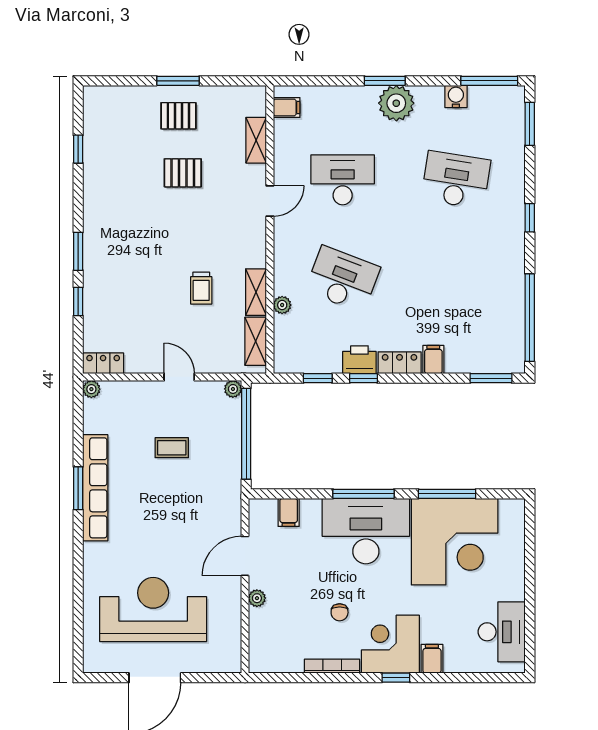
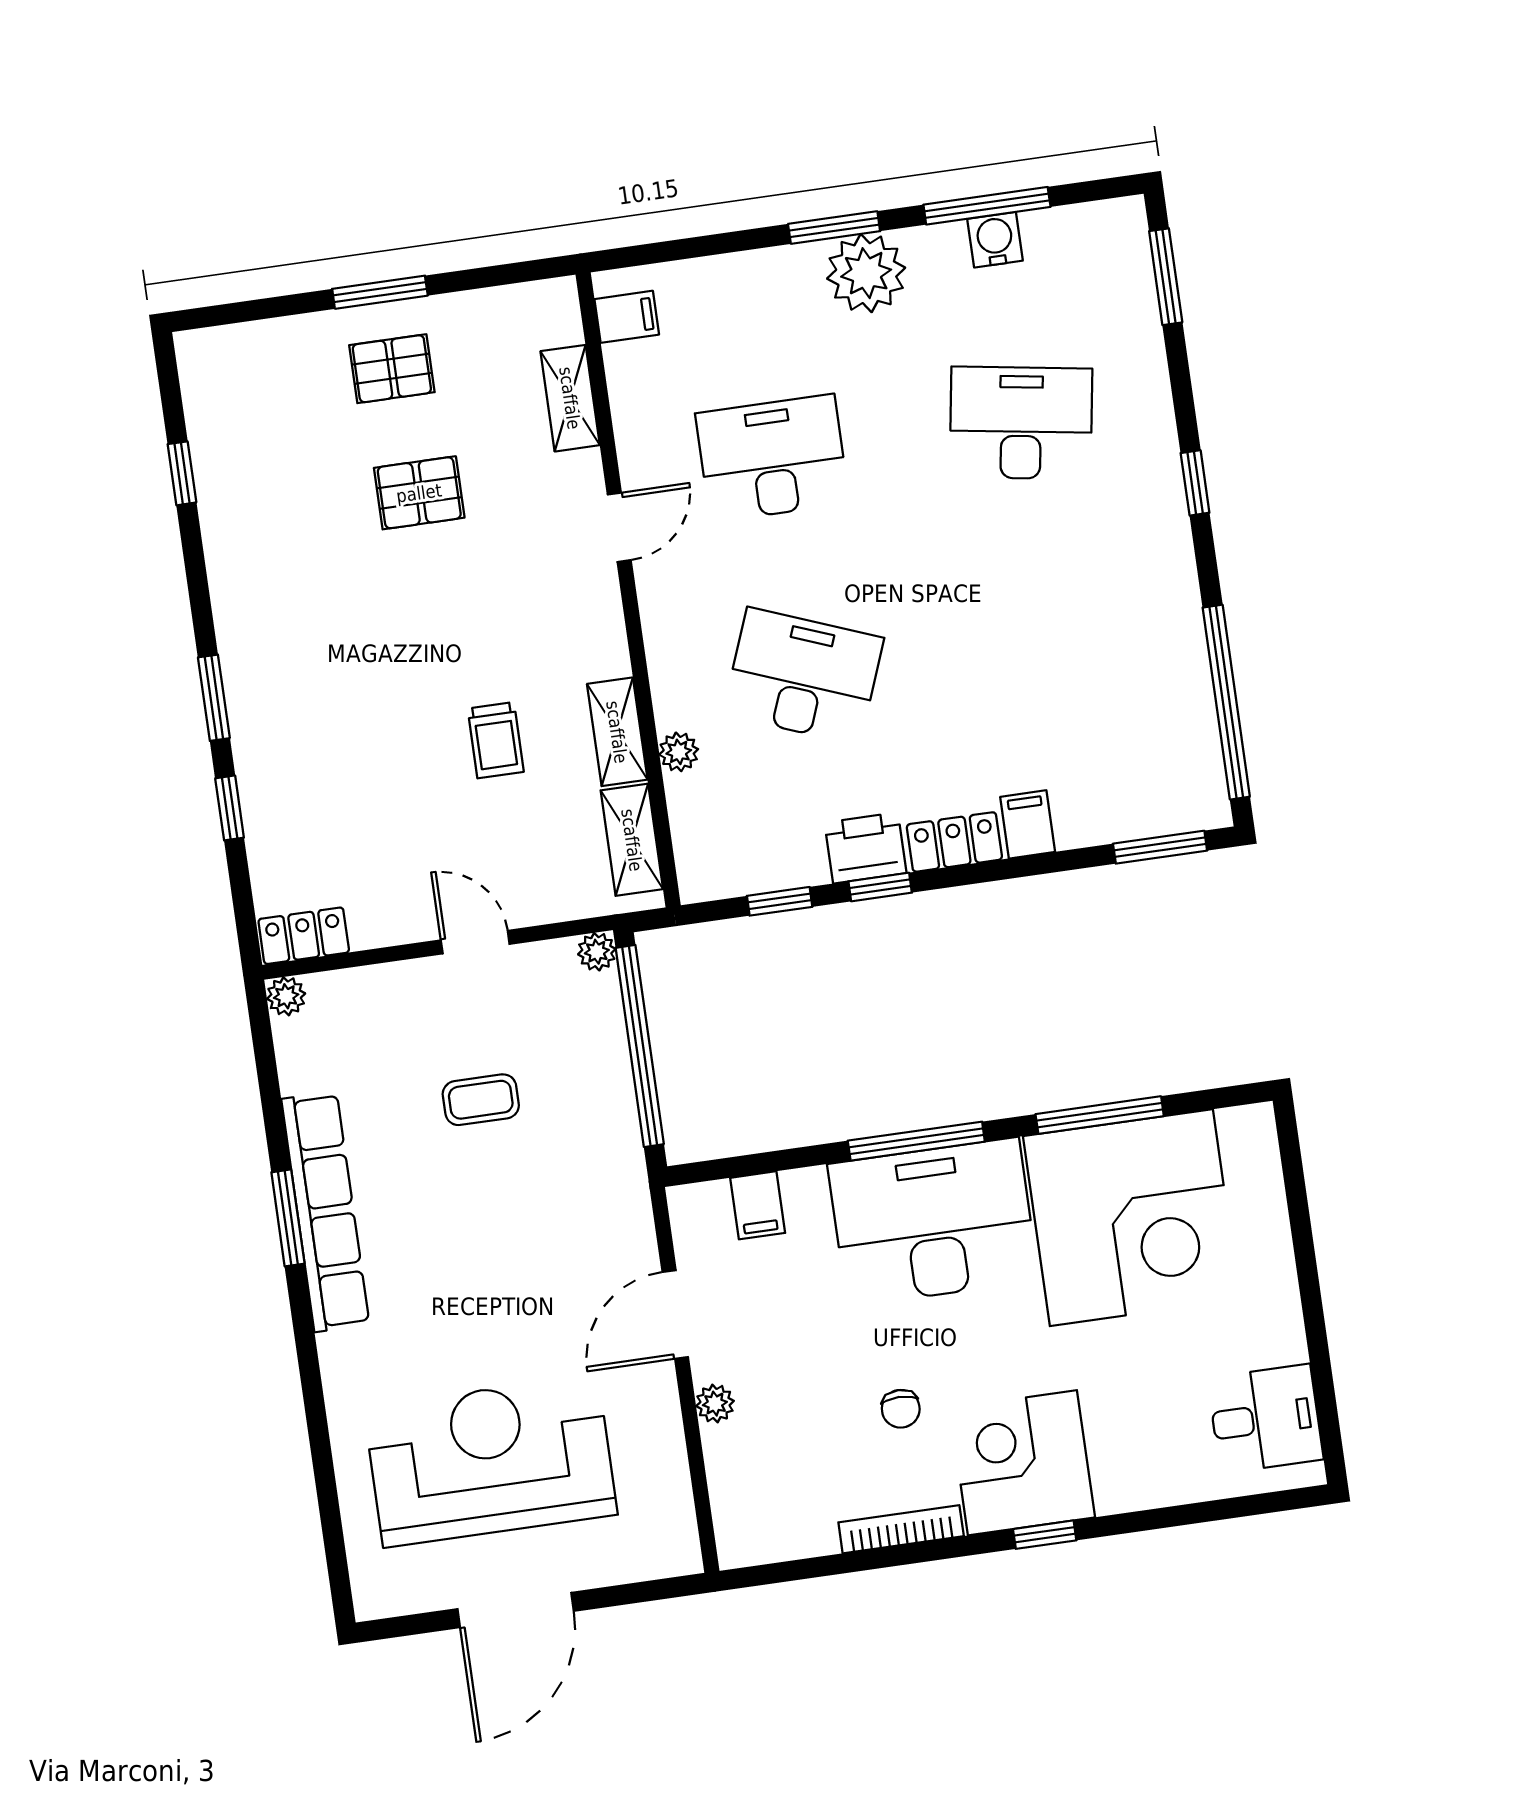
window: (489, 81) -> (987, 206), moved
desk: (502, 632) -> (1265, 1419), width x0.73
filing cabinet: (432, 659) -> (1118, 1482), removed

